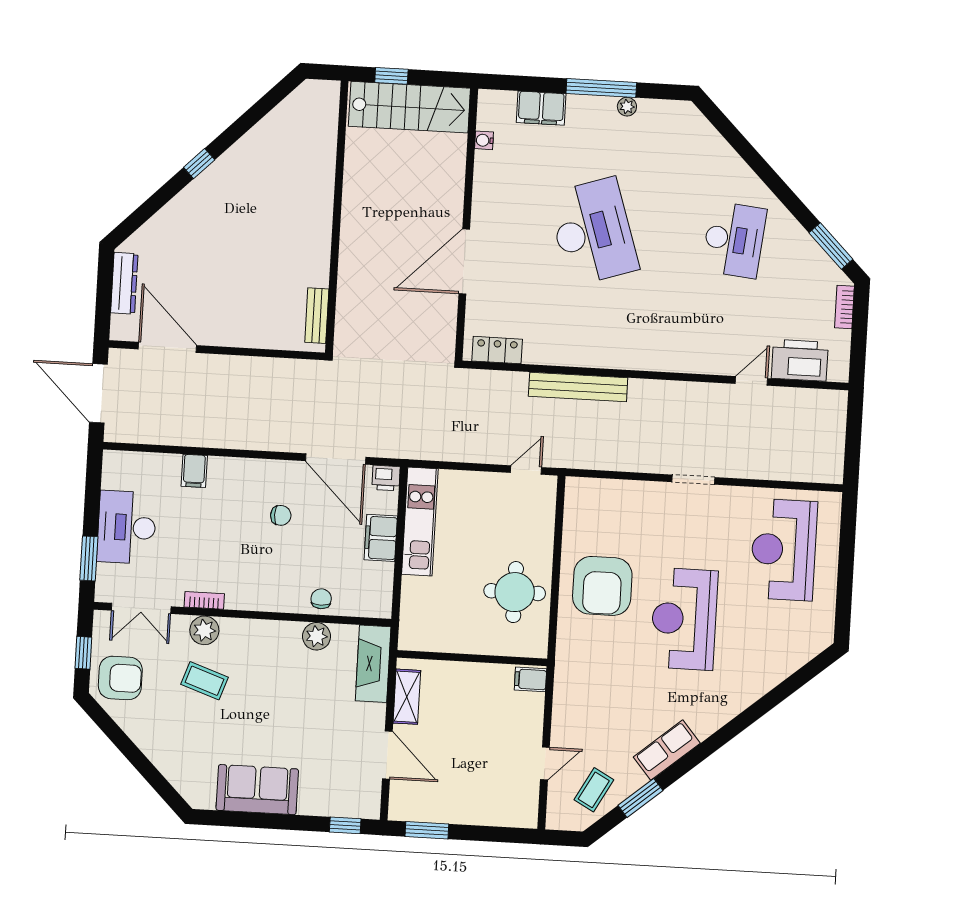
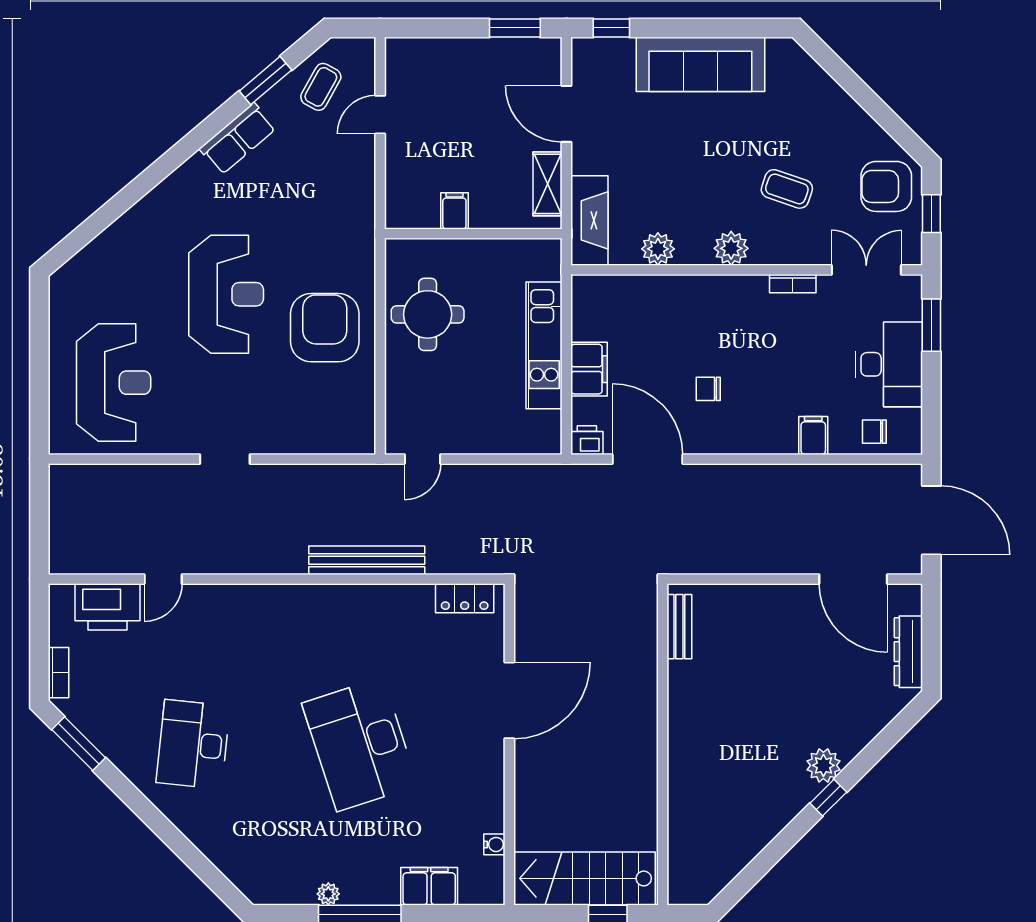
plant: (202, 191) -> (823, 765), added
kitchen unit: (420, 522) -> (544, 345), moved
chair: (321, 599) -> (874, 432), moved, turned 90
plant: (204, 630) -> (731, 248), moved
filing cabinet: (531, 679) -> (454, 211), moved, turned -90
sofa: (257, 790) -> (700, 64), width x1.36

